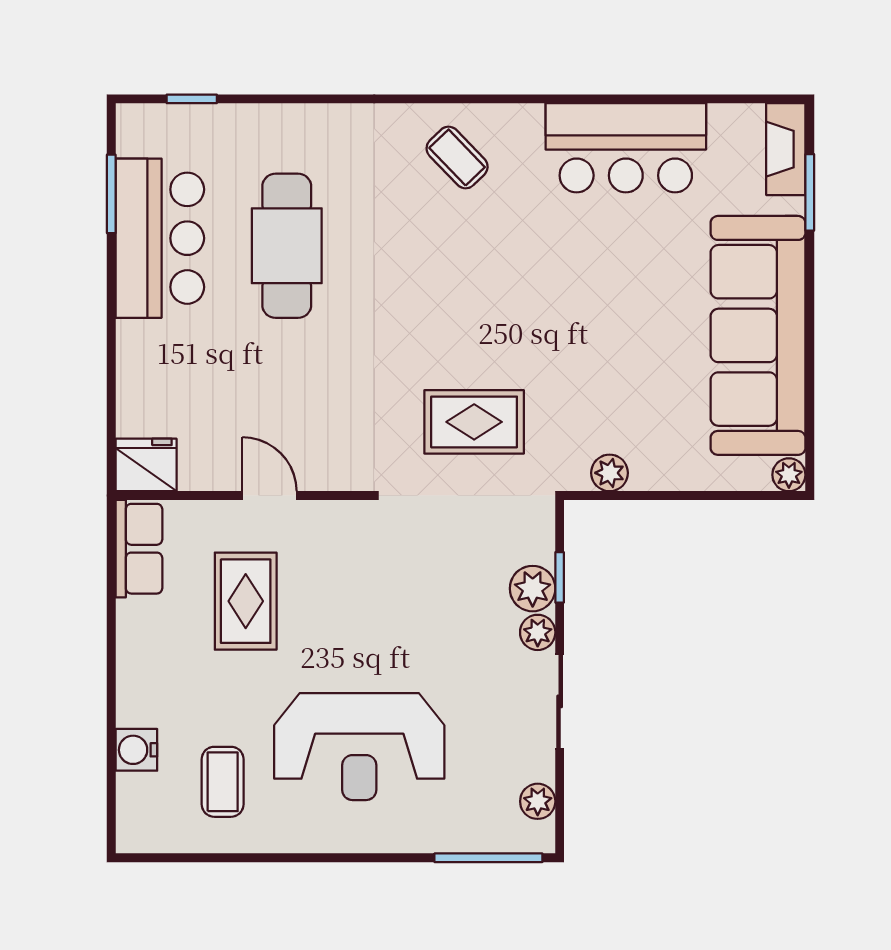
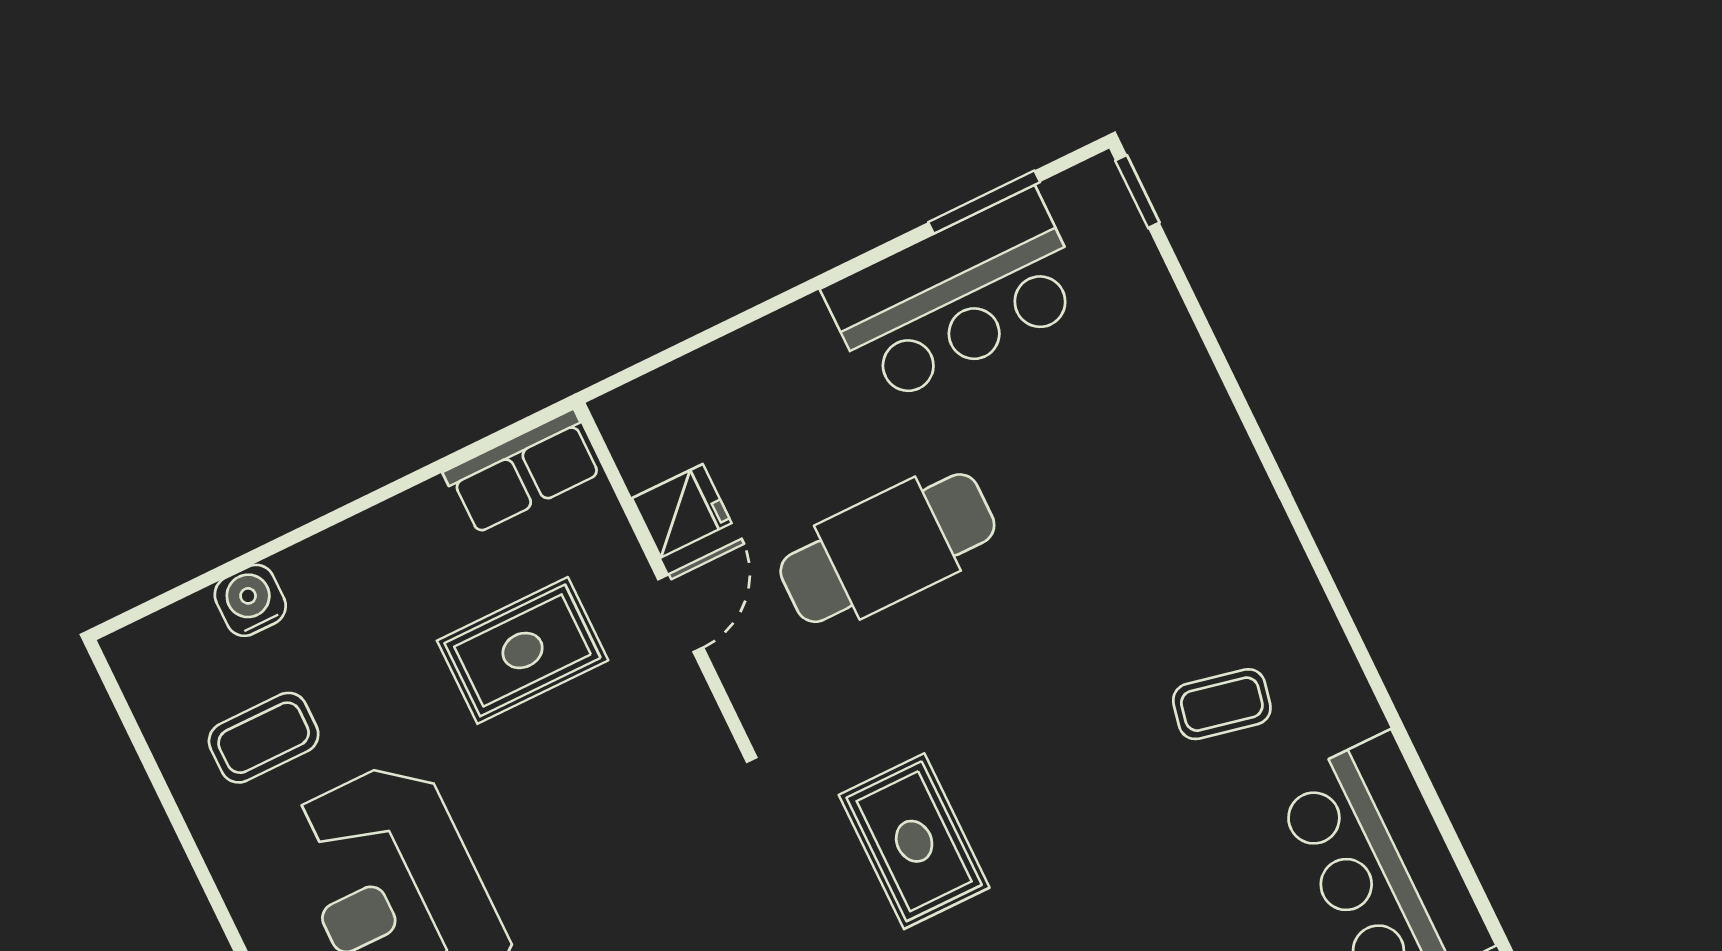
window: (192, 99) -> (1137, 192), moved
coffee table: (457, 157) -> (1222, 704), moved, turned 56
cafe table: (287, 246) -> (887, 548), moved
fridge: (146, 465) -> (682, 511), moved, width x0.72

